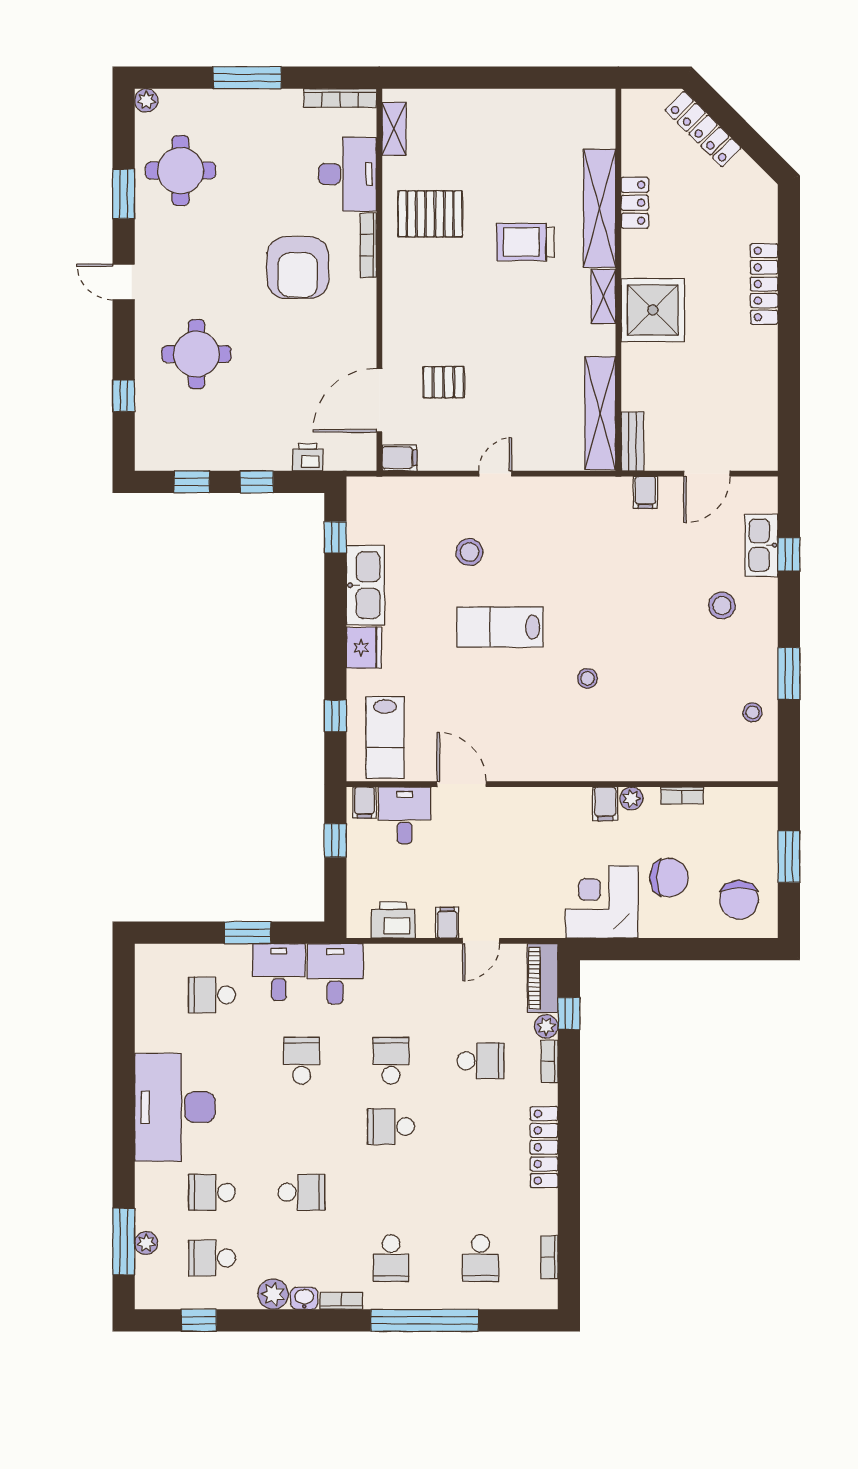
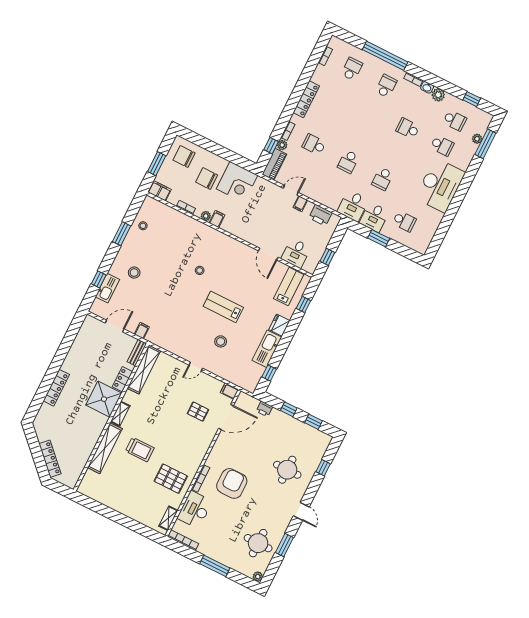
locker: (635, 203) -> (122, 379), moved
lab bench: (500, 627) -> (223, 307), turned 180
filing cabinet: (364, 803) -> (159, 191), moved, width x2.00
chair: (739, 900) -> (184, 157), turned -90
school desk: (391, 1127) -> (361, 136), removed

